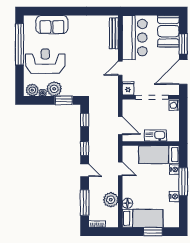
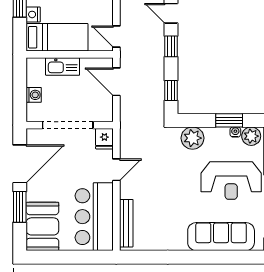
sofa: (52, 25) -> (221, 237), width x1.36
plant: (54, 89) -> (193, 138), moved
window: (64, 100) -> (229, 120), moved
washing machine: (174, 105) -> (34, 95), moved
door: (120, 169) -> (116, 36), moved

